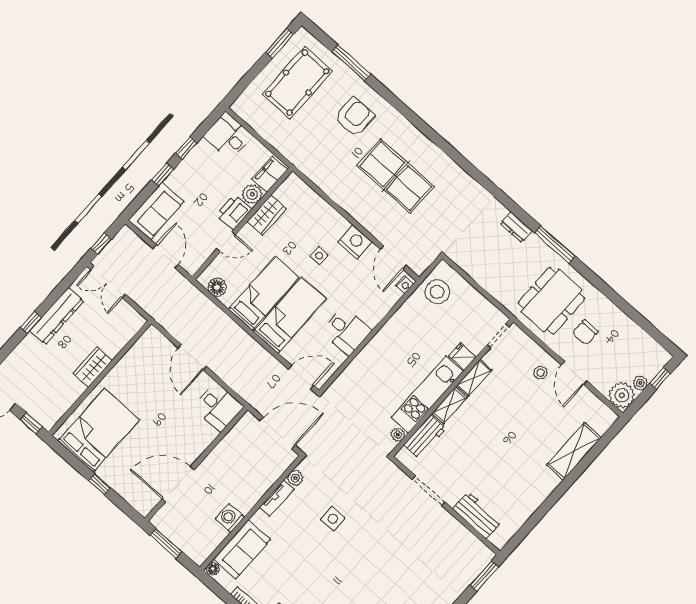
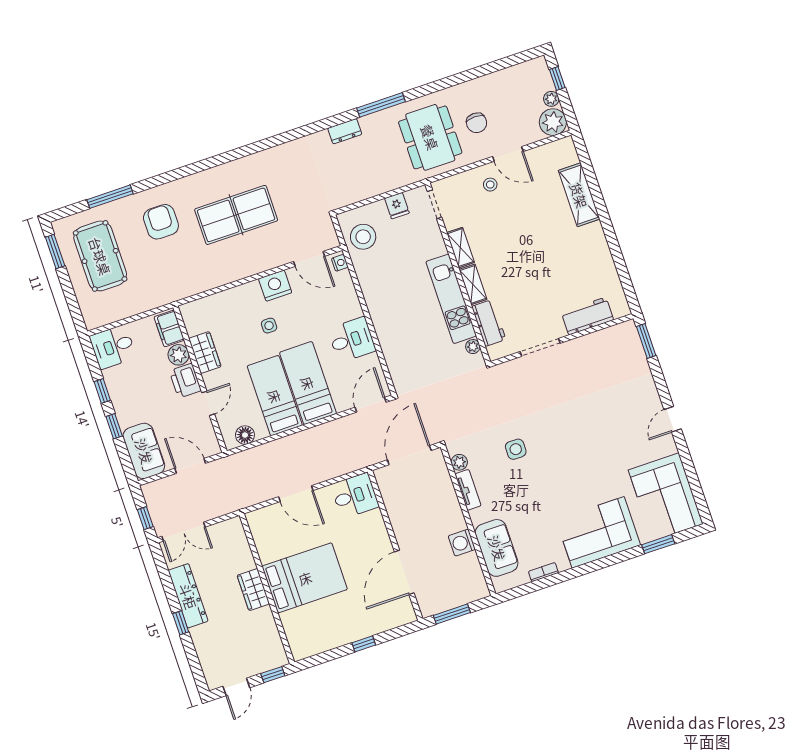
fridge: (463, 356) -> (397, 206), moved, turned -90
bed: (99, 430) -> (305, 578), moved, turned 90
floor lamp: (213, 569) -> (499, 585), removed

